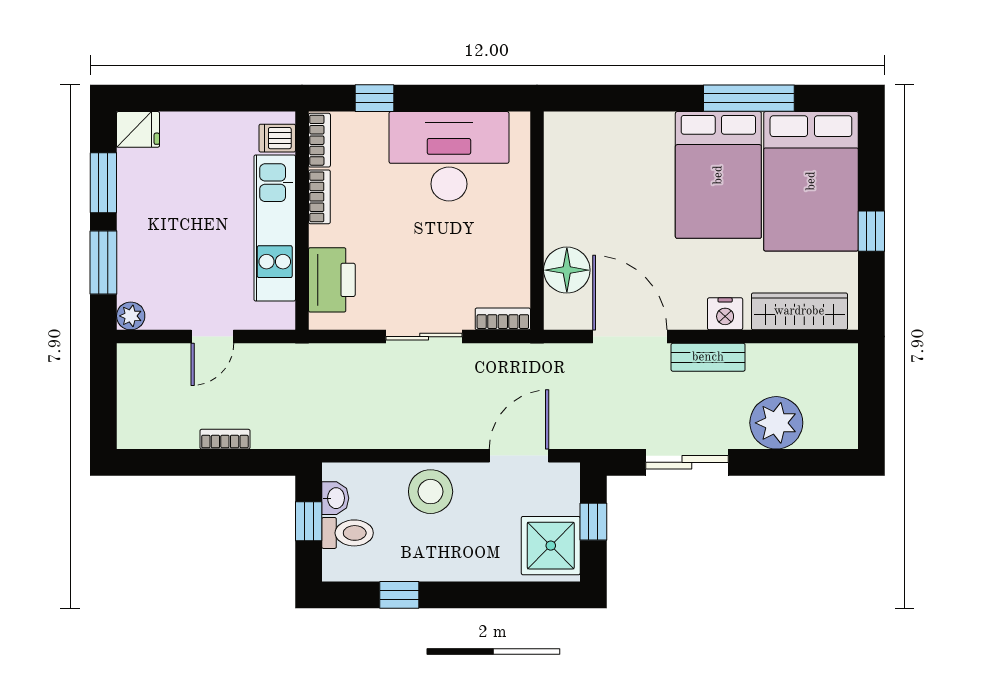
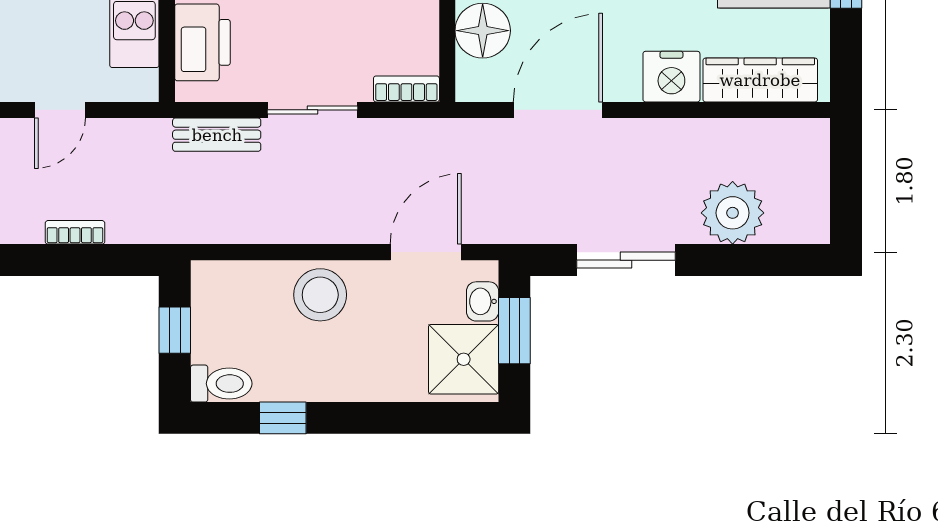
nightstand: (725, 314) -> (671, 77), width x1.36, depth x1.33
door: (630, 337) -> (558, 110), hinge flipped
bench: (708, 357) -> (217, 135), moved
washbasin: (335, 498) -> (483, 301), moved, turned 180
window: (593, 522) -> (514, 331), width x1.50
toilet: (348, 533) -> (221, 384), moved

